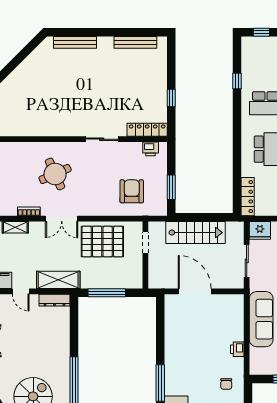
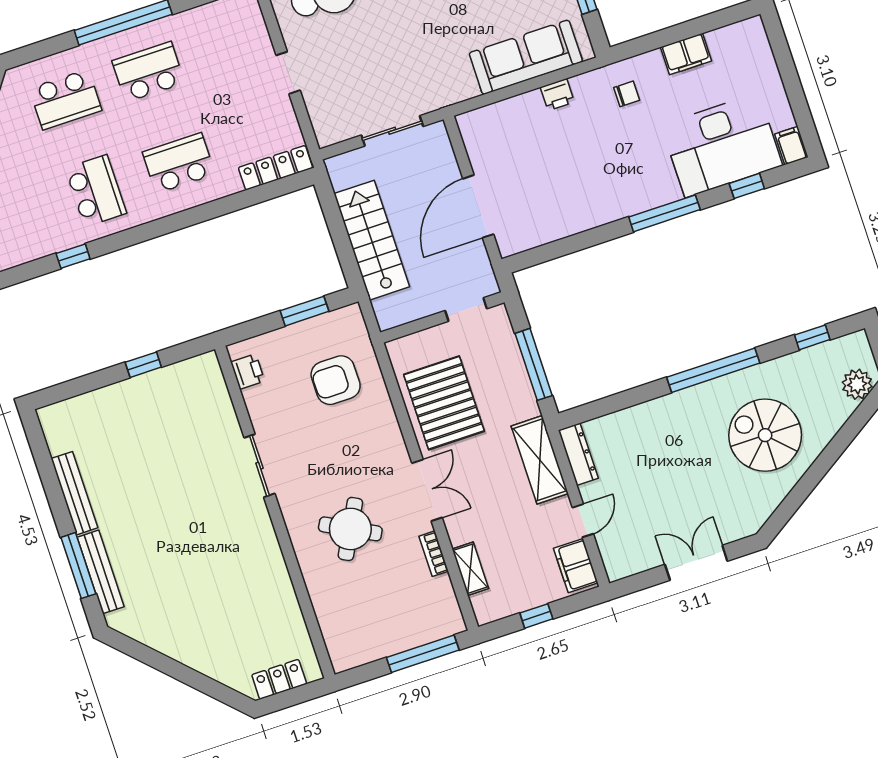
window: (82, 32) -> (78, 566), added
bench: (135, 42) -> (74, 493), moved
locker: (147, 130) -> (215, 389), removed
round table: (55, 174) -> (350, 529), turned -38
fridge: (260, 230) -> (329, 125), removed
doorway: (145, 242) -> (466, 310), moved
sofa: (261, 319) -> (526, 57), moved

